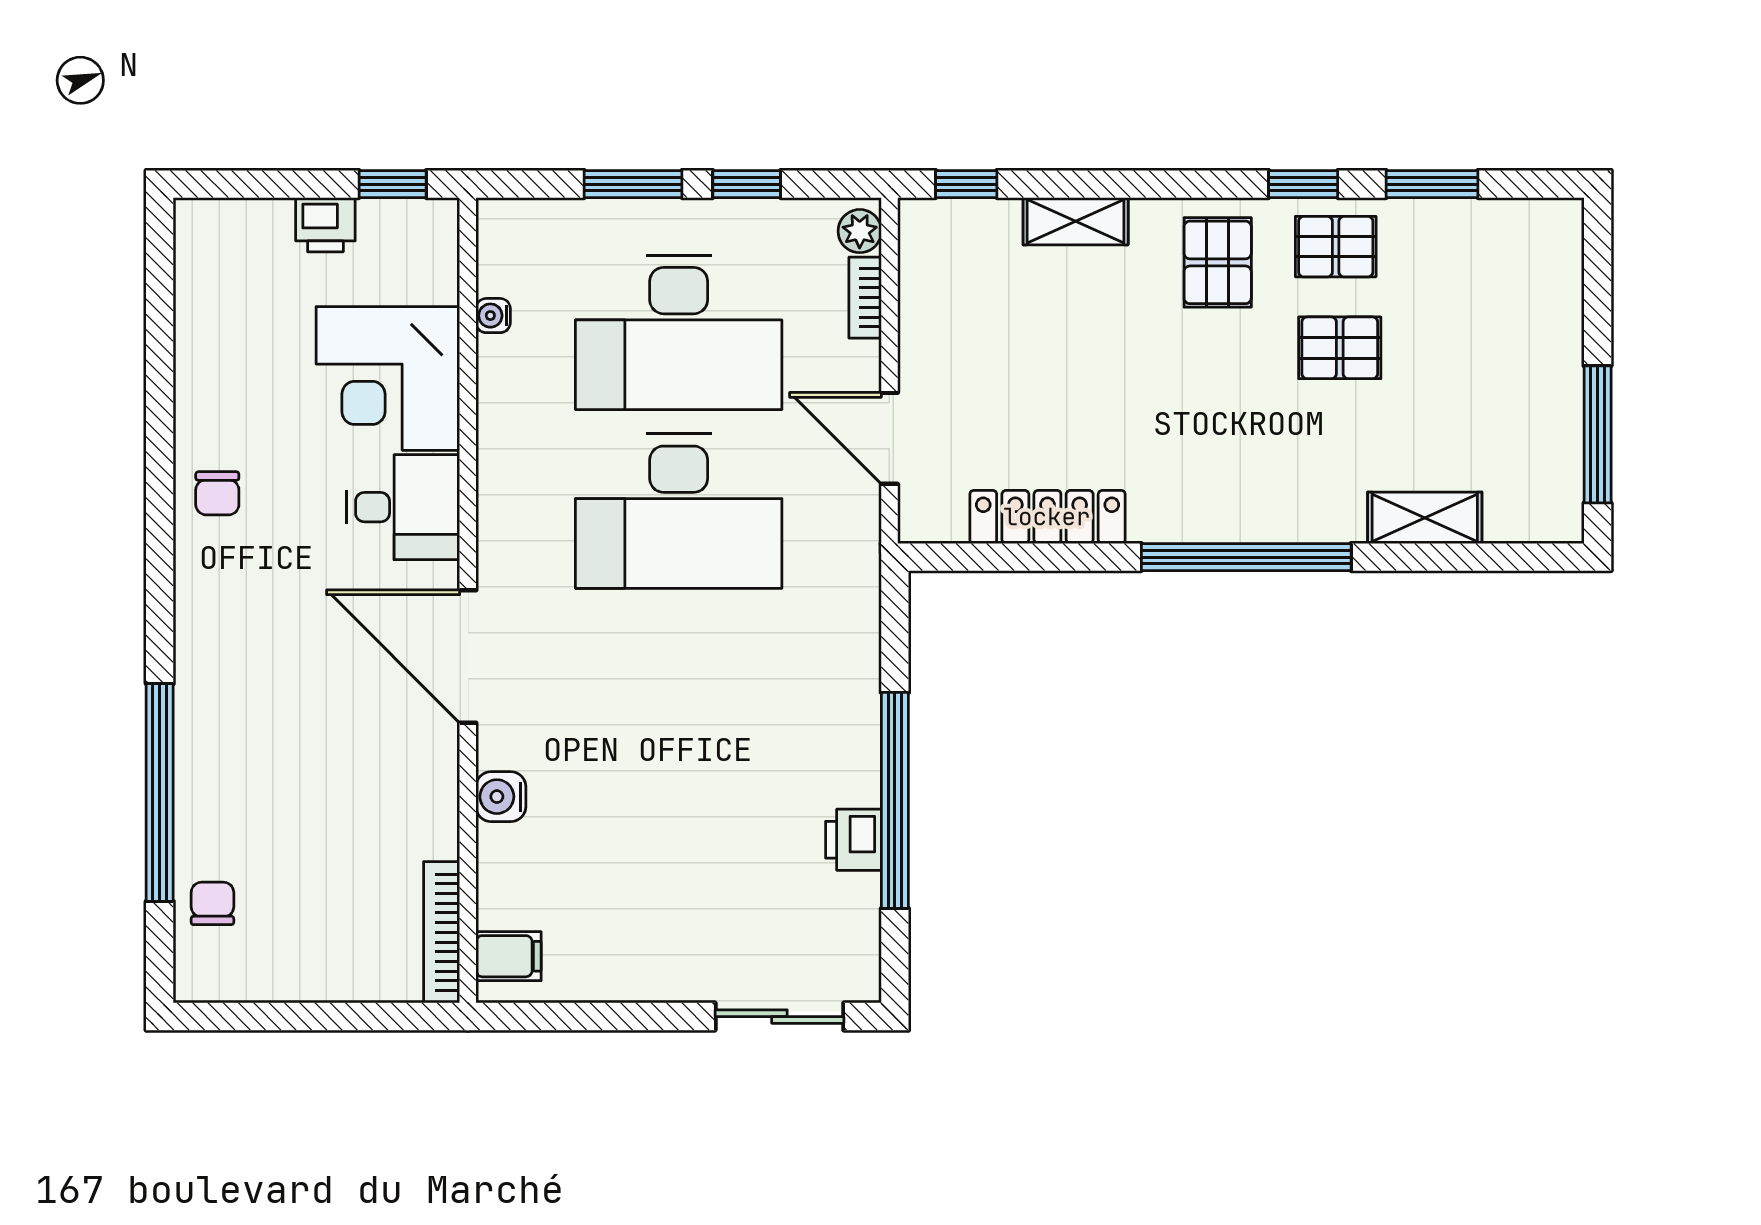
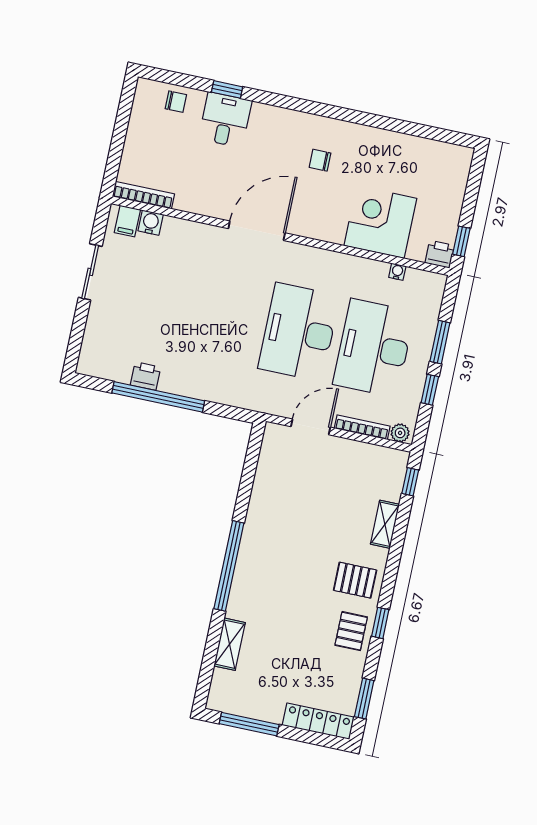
window: (1432, 184) -> (364, 699), moved
printer: (325, 225) -> (440, 254), moved, turned 90
bookcase: (865, 298) -> (362, 427), width x1.56
pallet: (1340, 348) -> (308, 624), removed
chair: (217, 493) -> (320, 160), moved
desk: (403, 507) -> (225, 120), moved, turned 180
locker: (1047, 517) -> (318, 721), moved, turned -90
window: (160, 793) -> (227, 89), width x0.32
water cooler: (501, 797) -> (151, 223), moved
sliding door: (779, 1017) -> (90, 272), moved

